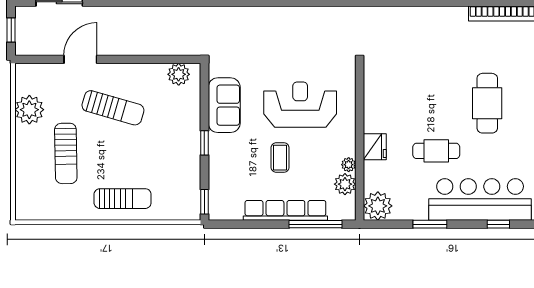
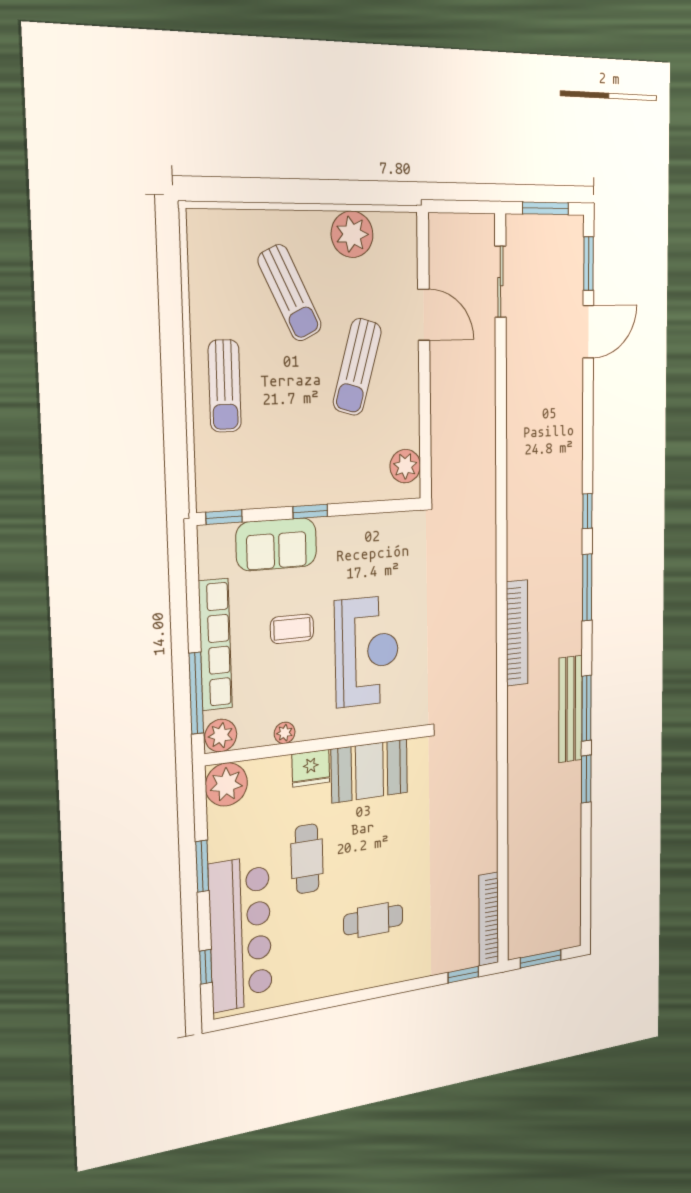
window: (11, 30) -> (463, 207), removed
cafe table: (487, 103) -> (373, 920), width x0.73, depth x0.74
booth: (382, 104) -> (369, 771), added
sofa: (224, 105) -> (276, 544), moved
sun lounger: (66, 153) -> (290, 293), turned -115
plant: (345, 184) -> (221, 736), moved

